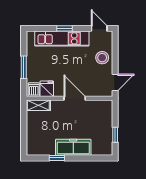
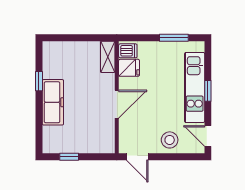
door: (99, 28) -> (208, 136), swing flipped
window: (24, 67) -> (174, 38), moved

